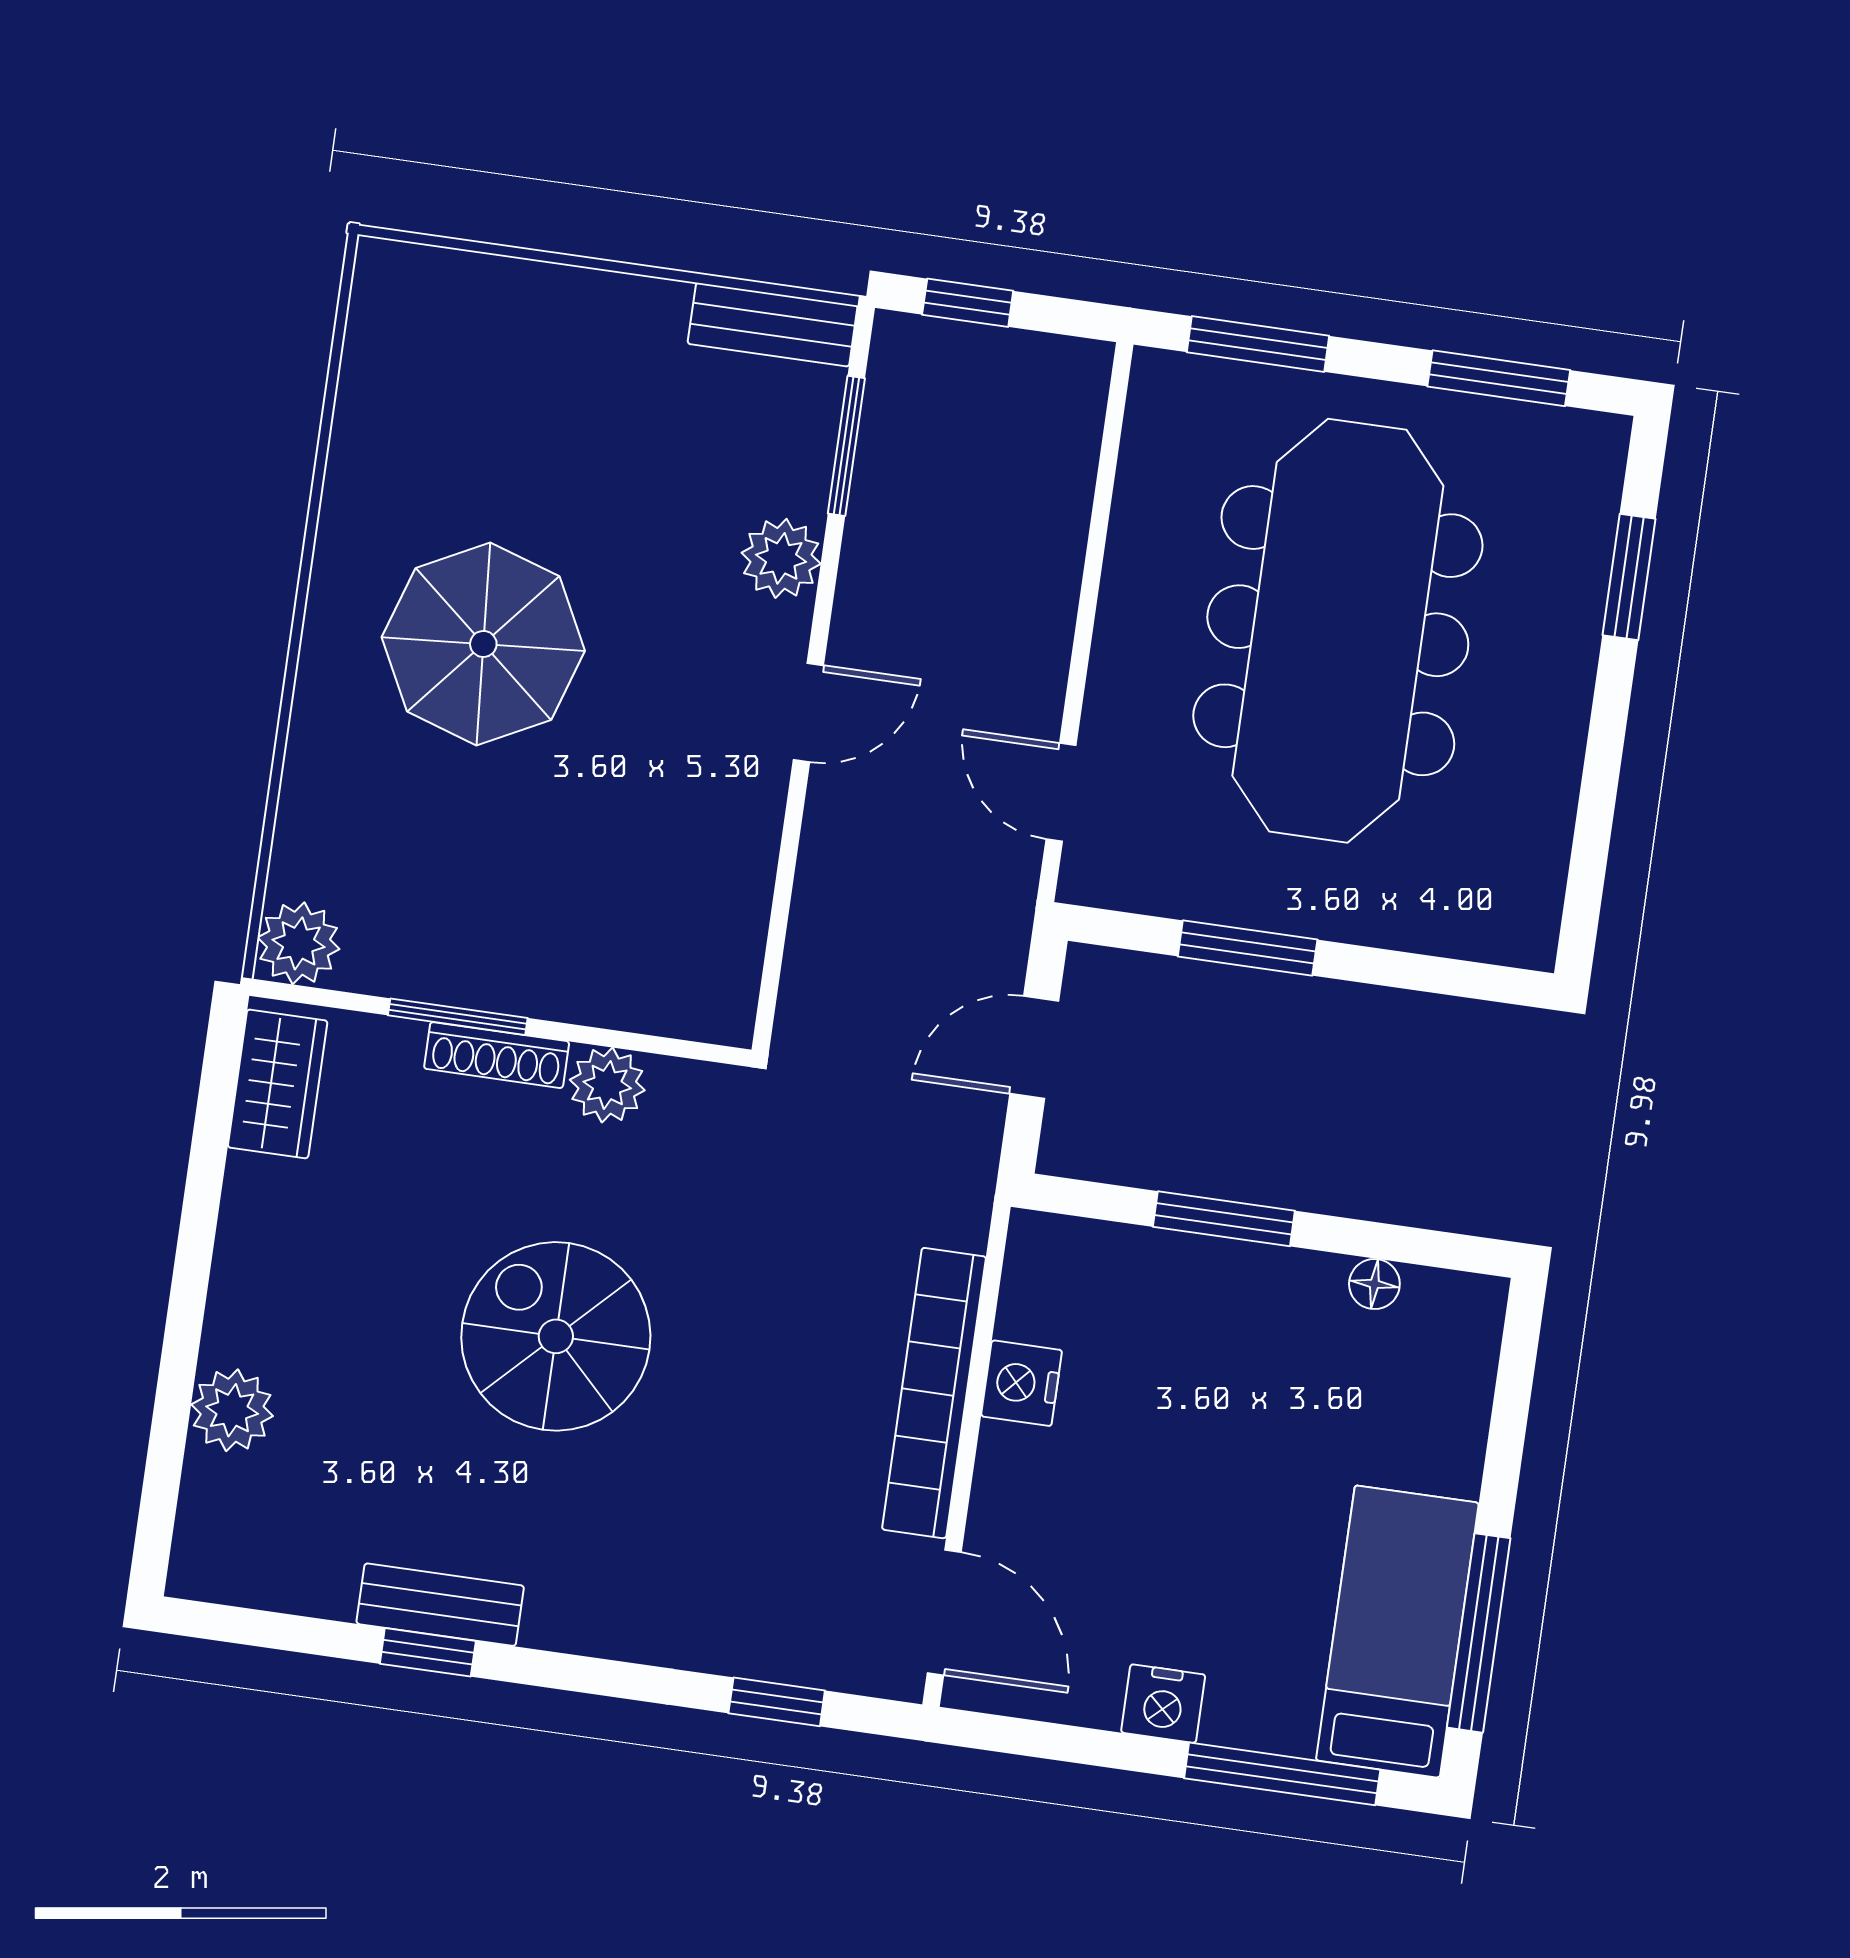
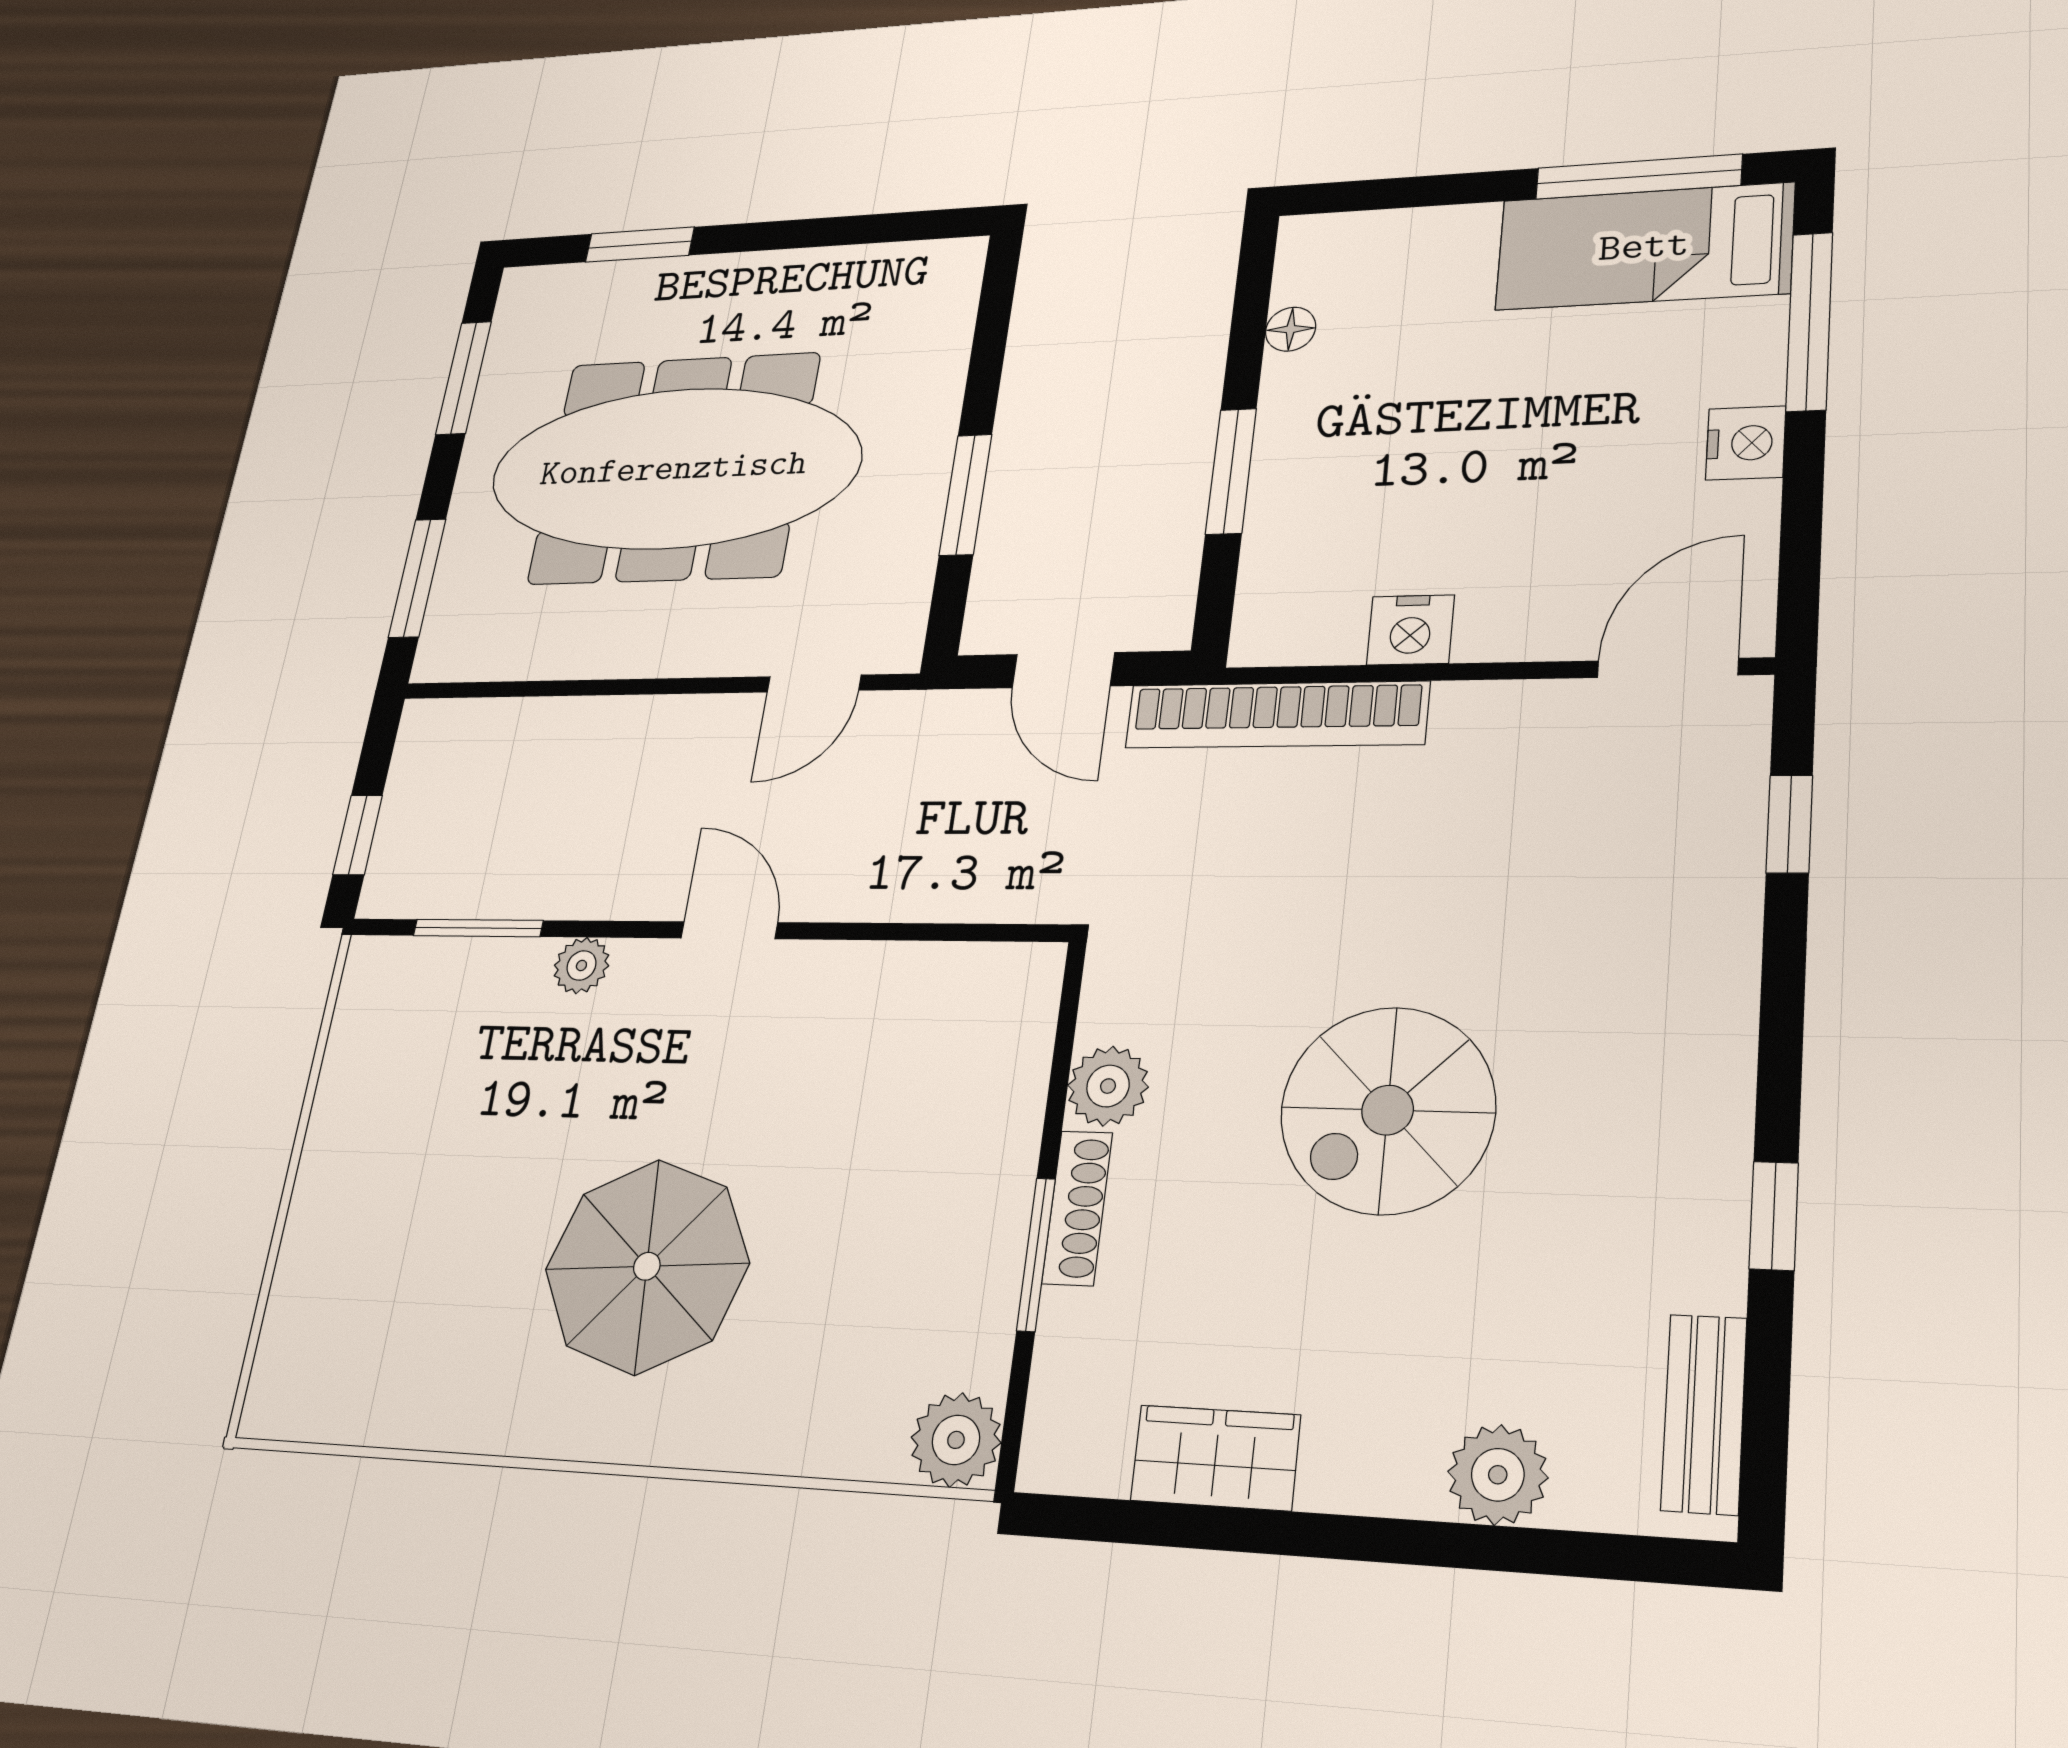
bench: (773, 325) -> (361, 1012), removed
plant: (781, 558) -> (581, 965), width x0.73, depth x0.73
wardrobe: (278, 1084) -> (1215, 1458), moved
bookcase: (934, 1393) -> (1276, 715), moved
bench: (440, 1605) -> (1704, 1414), moved

